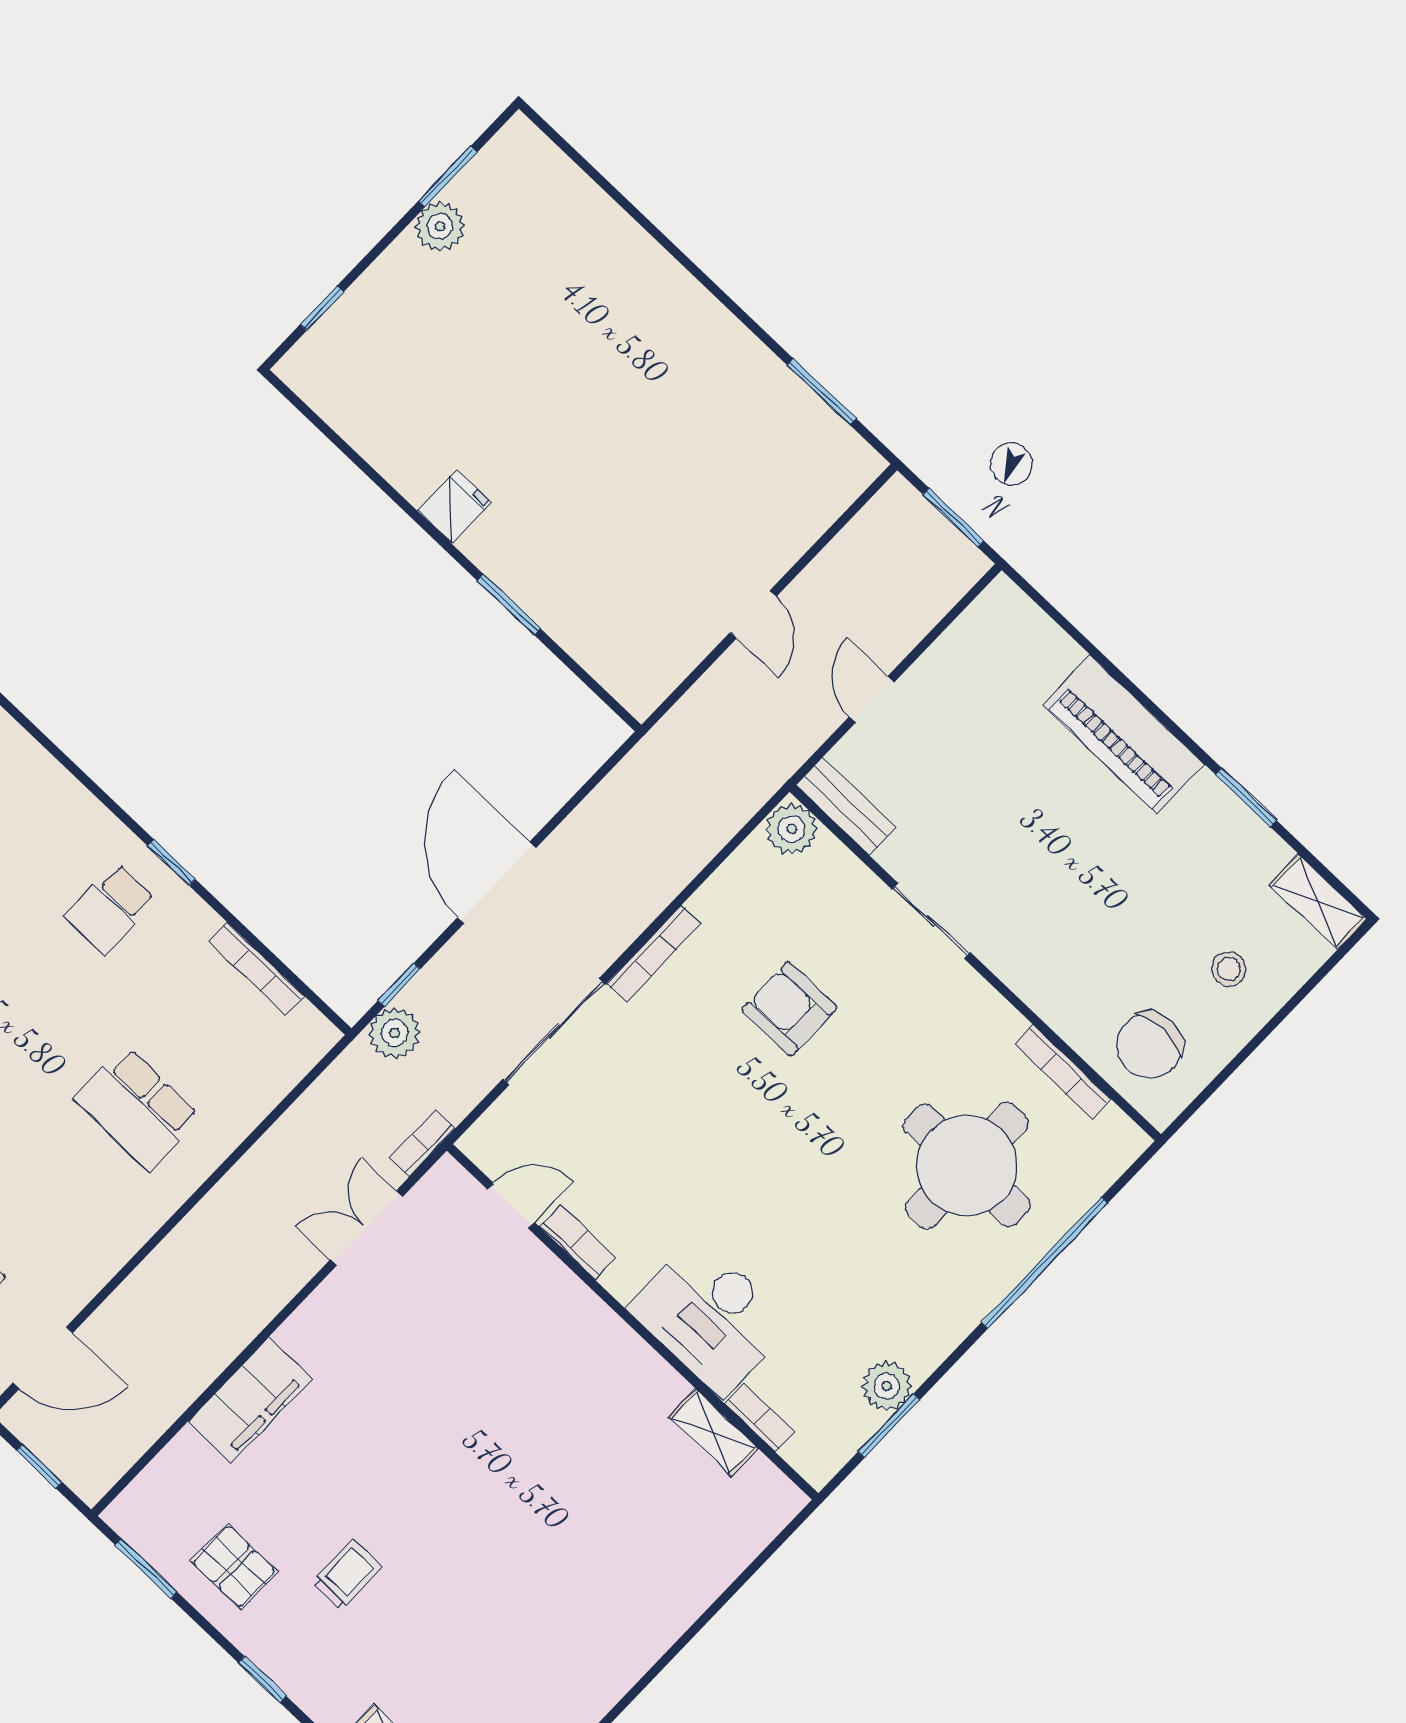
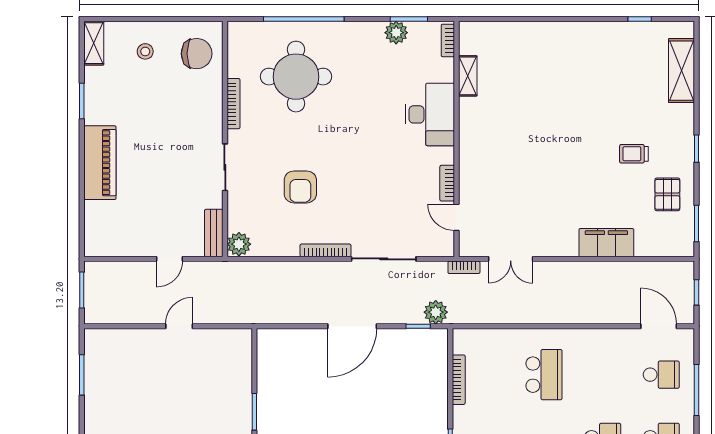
bookcase: (1063, 1072) -> (233, 104), moved
bookcase: (760, 1418) -> (448, 40), moved

